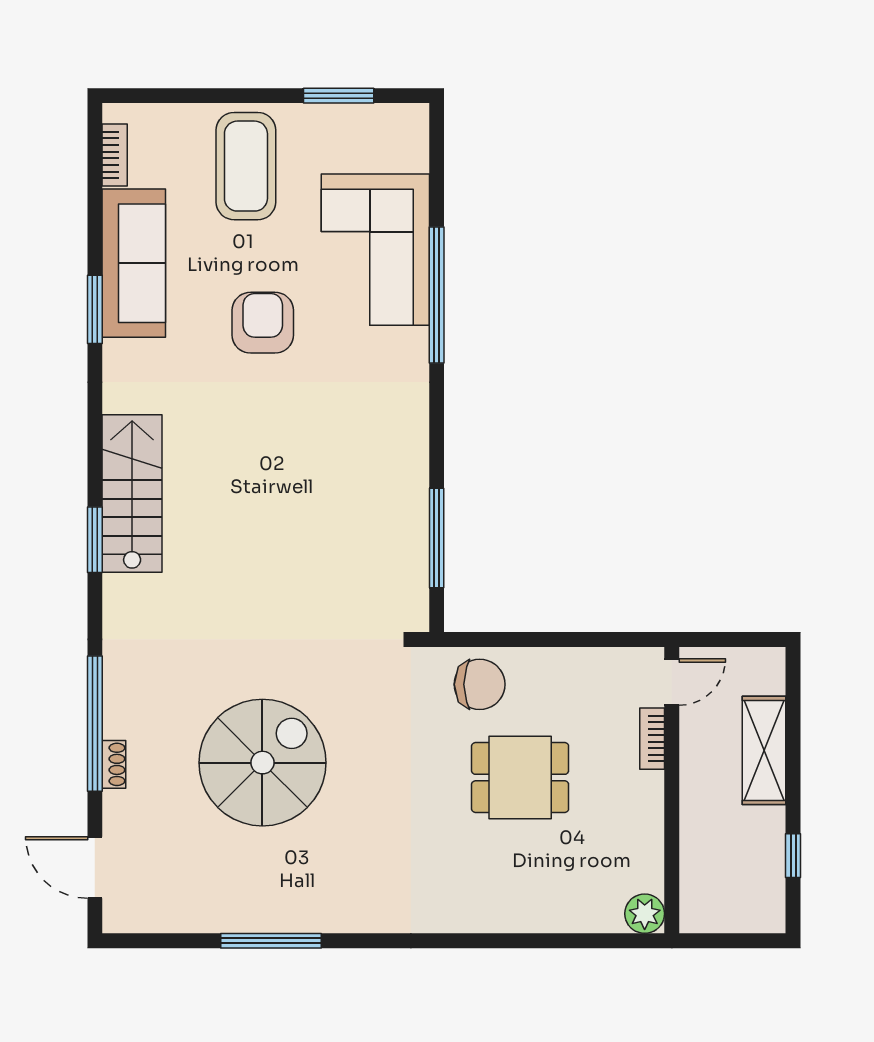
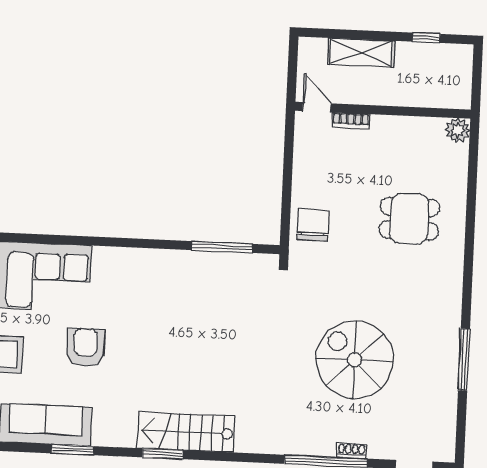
window: (437, 295) -> (73, 240), removed
armchair: (263, 323) -> (86, 347), turned 90
window: (95, 540) -> (163, 454), moved
dining table: (520, 778) -> (409, 219), moved, turned 90

